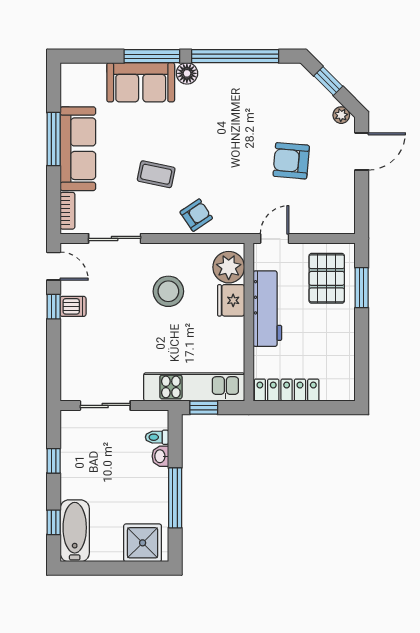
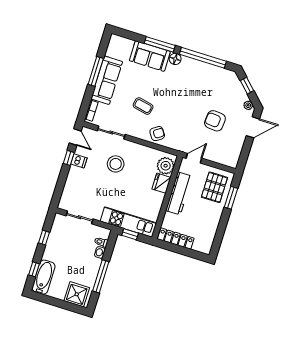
stool: (168, 291) -> (116, 164), moved

